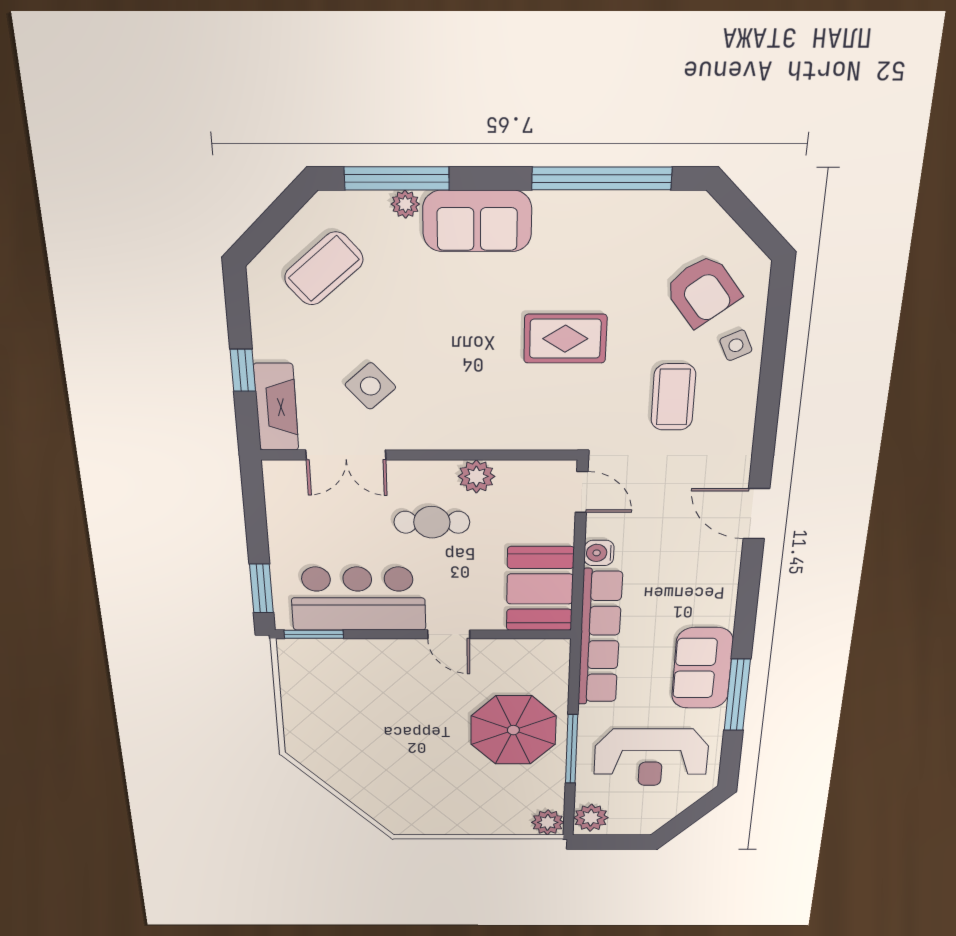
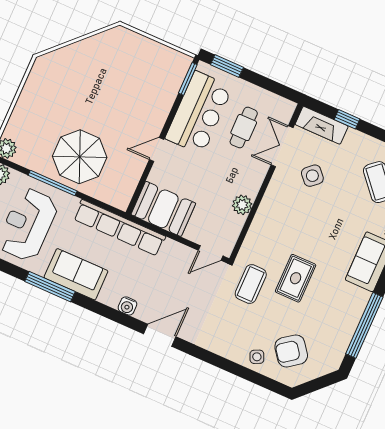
coffee table: (673, 397) -> (251, 284), moved, turned 90
cafe table: (432, 522) -> (244, 128), moved
water cooler: (599, 553) -> (127, 306), moved, turned 180

